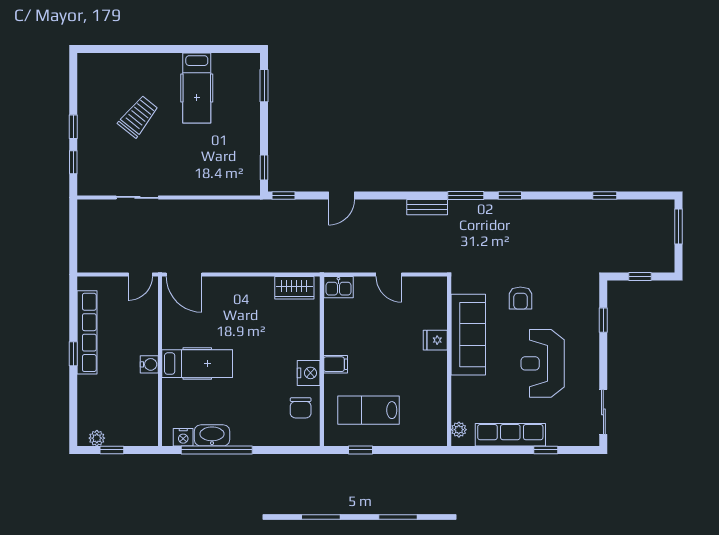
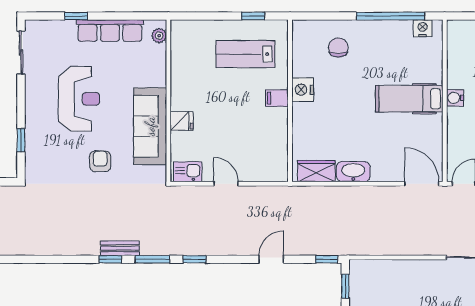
window: (605, 196) -> (195, 259), moved
bench: (427, 207) -> (120, 248), moved
kitchen sink: (338, 287) -> (188, 172), moved
chair: (301, 408) -> (338, 48), moved
lab bench: (369, 410) -> (245, 54), turned 180
washbasin: (212, 435) -> (353, 172), moved, turned 180

